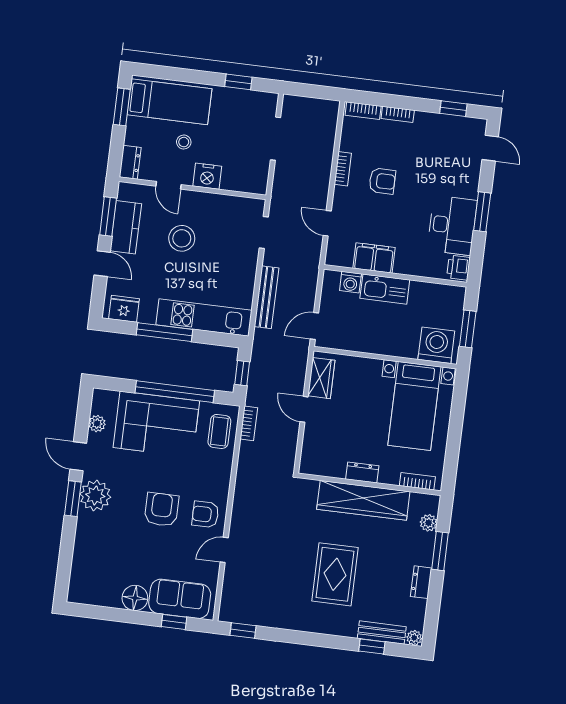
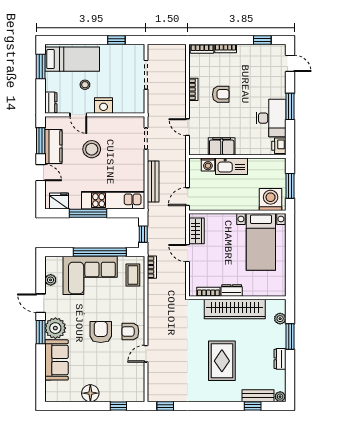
bookcase: (417, 481) -> (208, 292), moved
sofa: (180, 599) -> (56, 360), moved, turned 90

